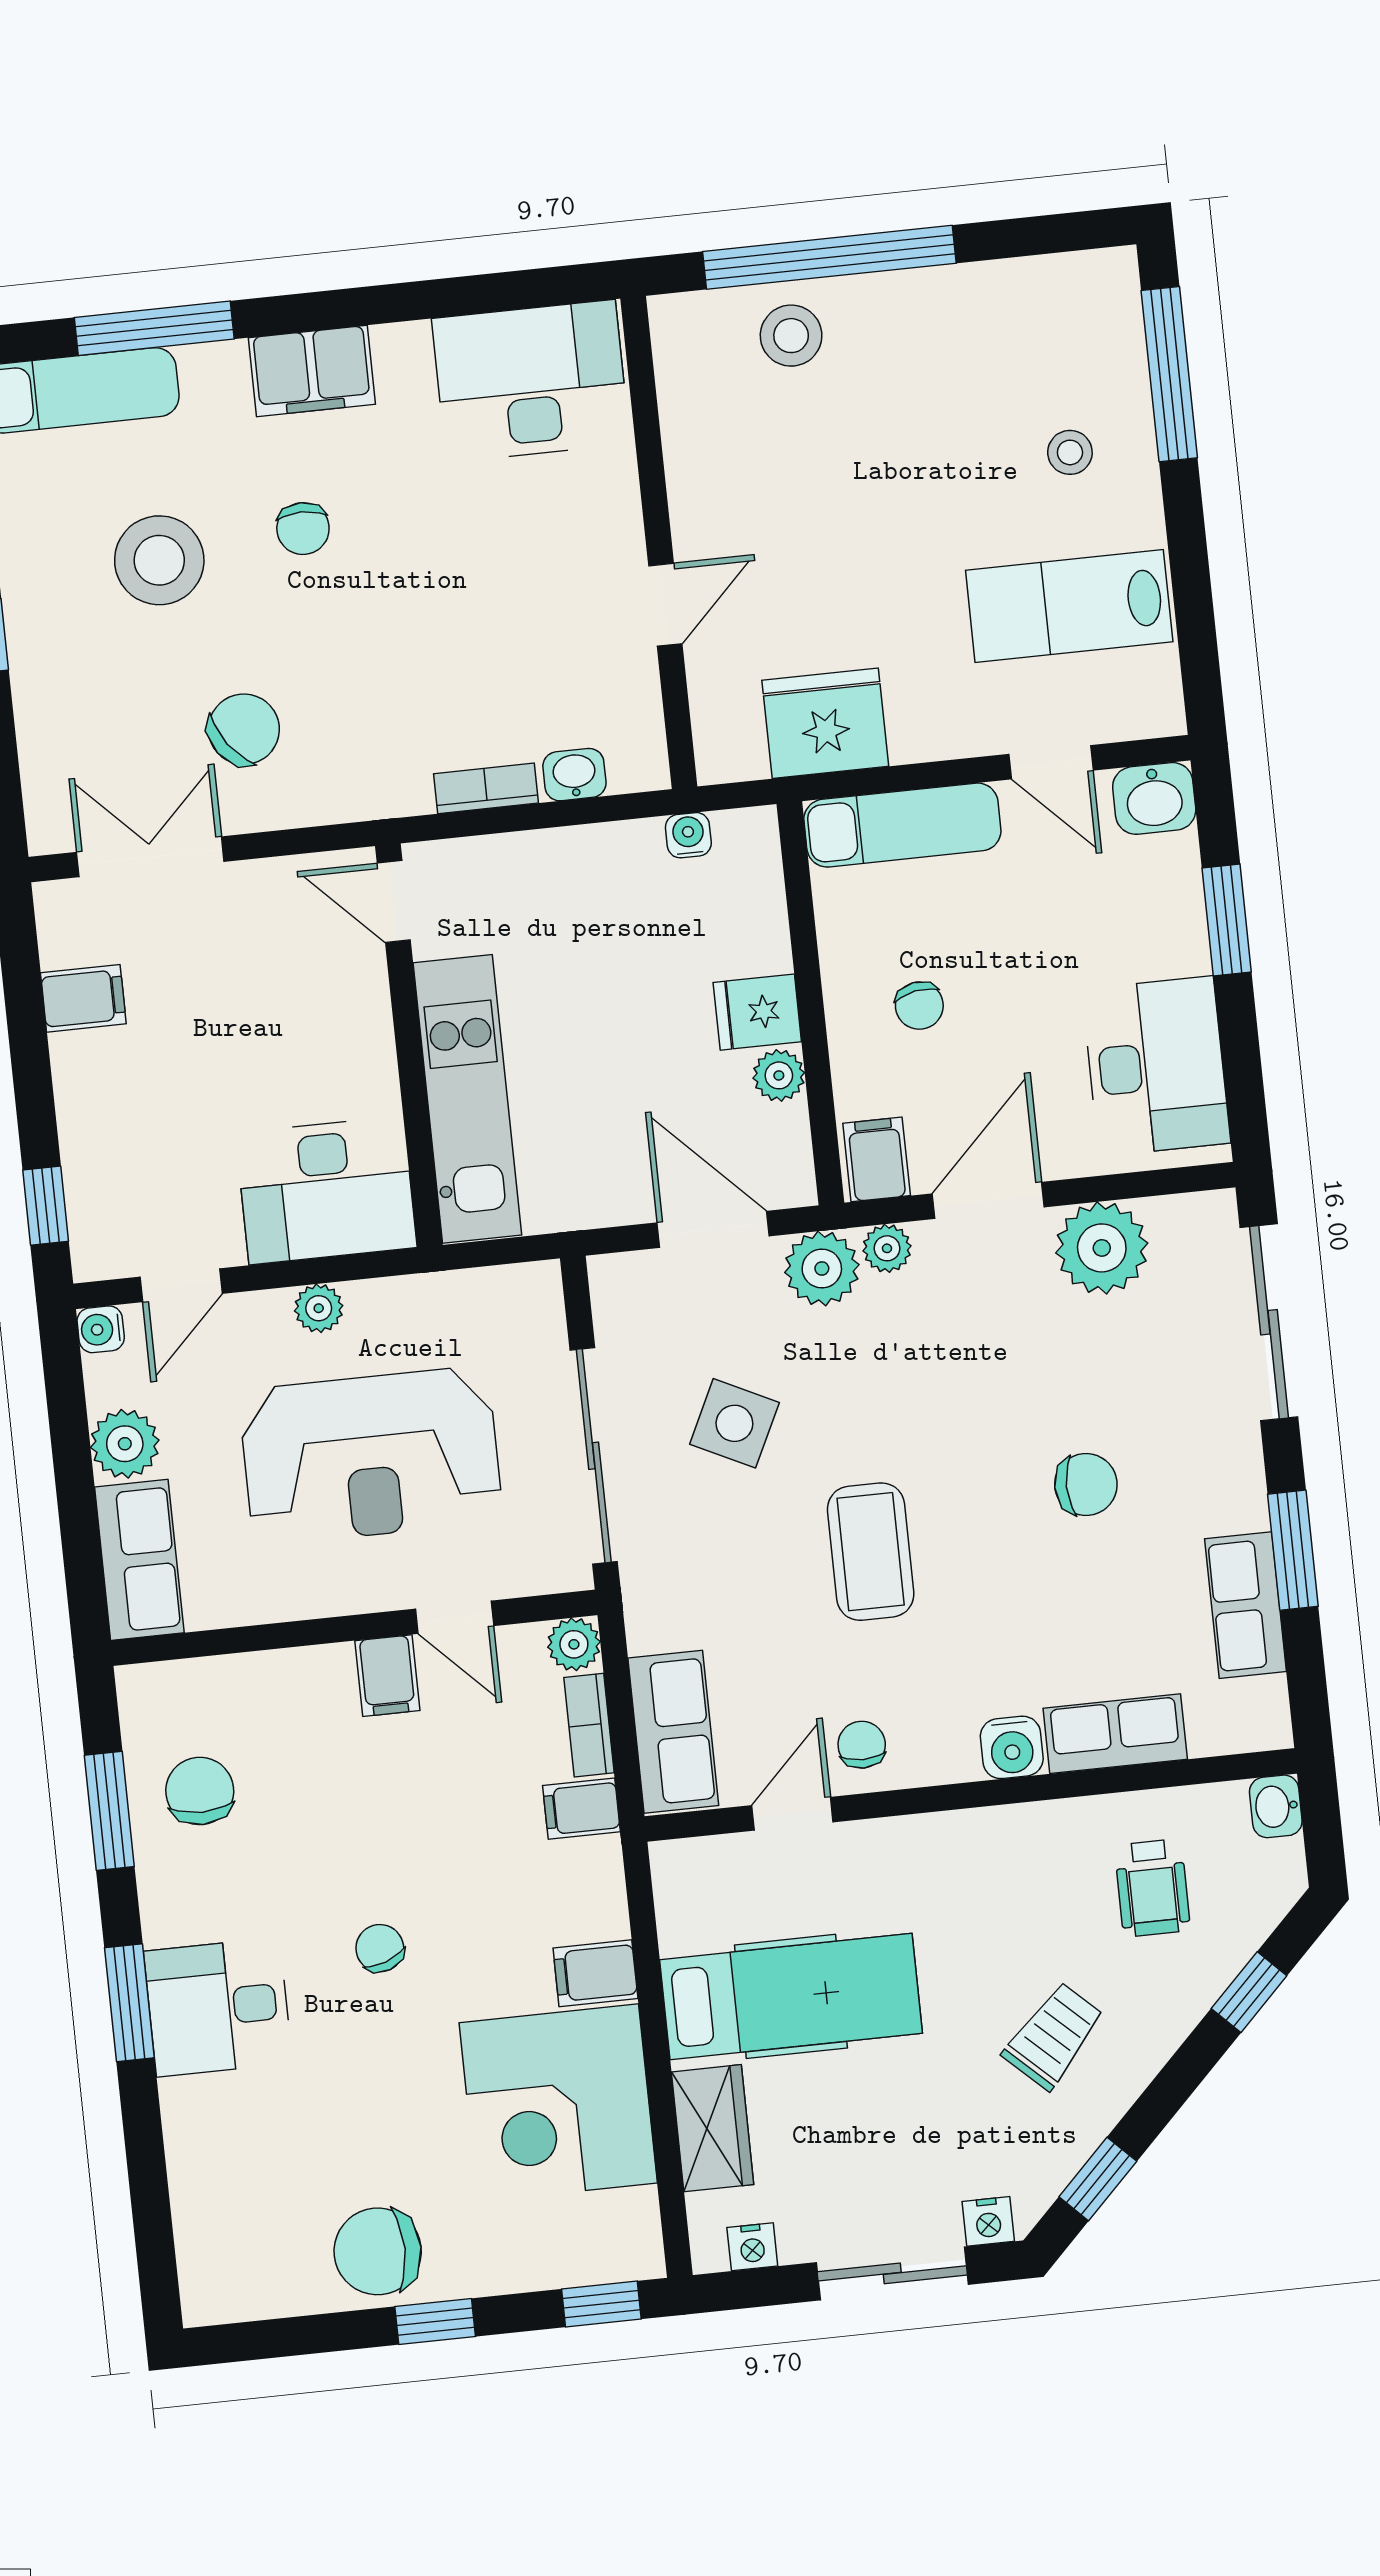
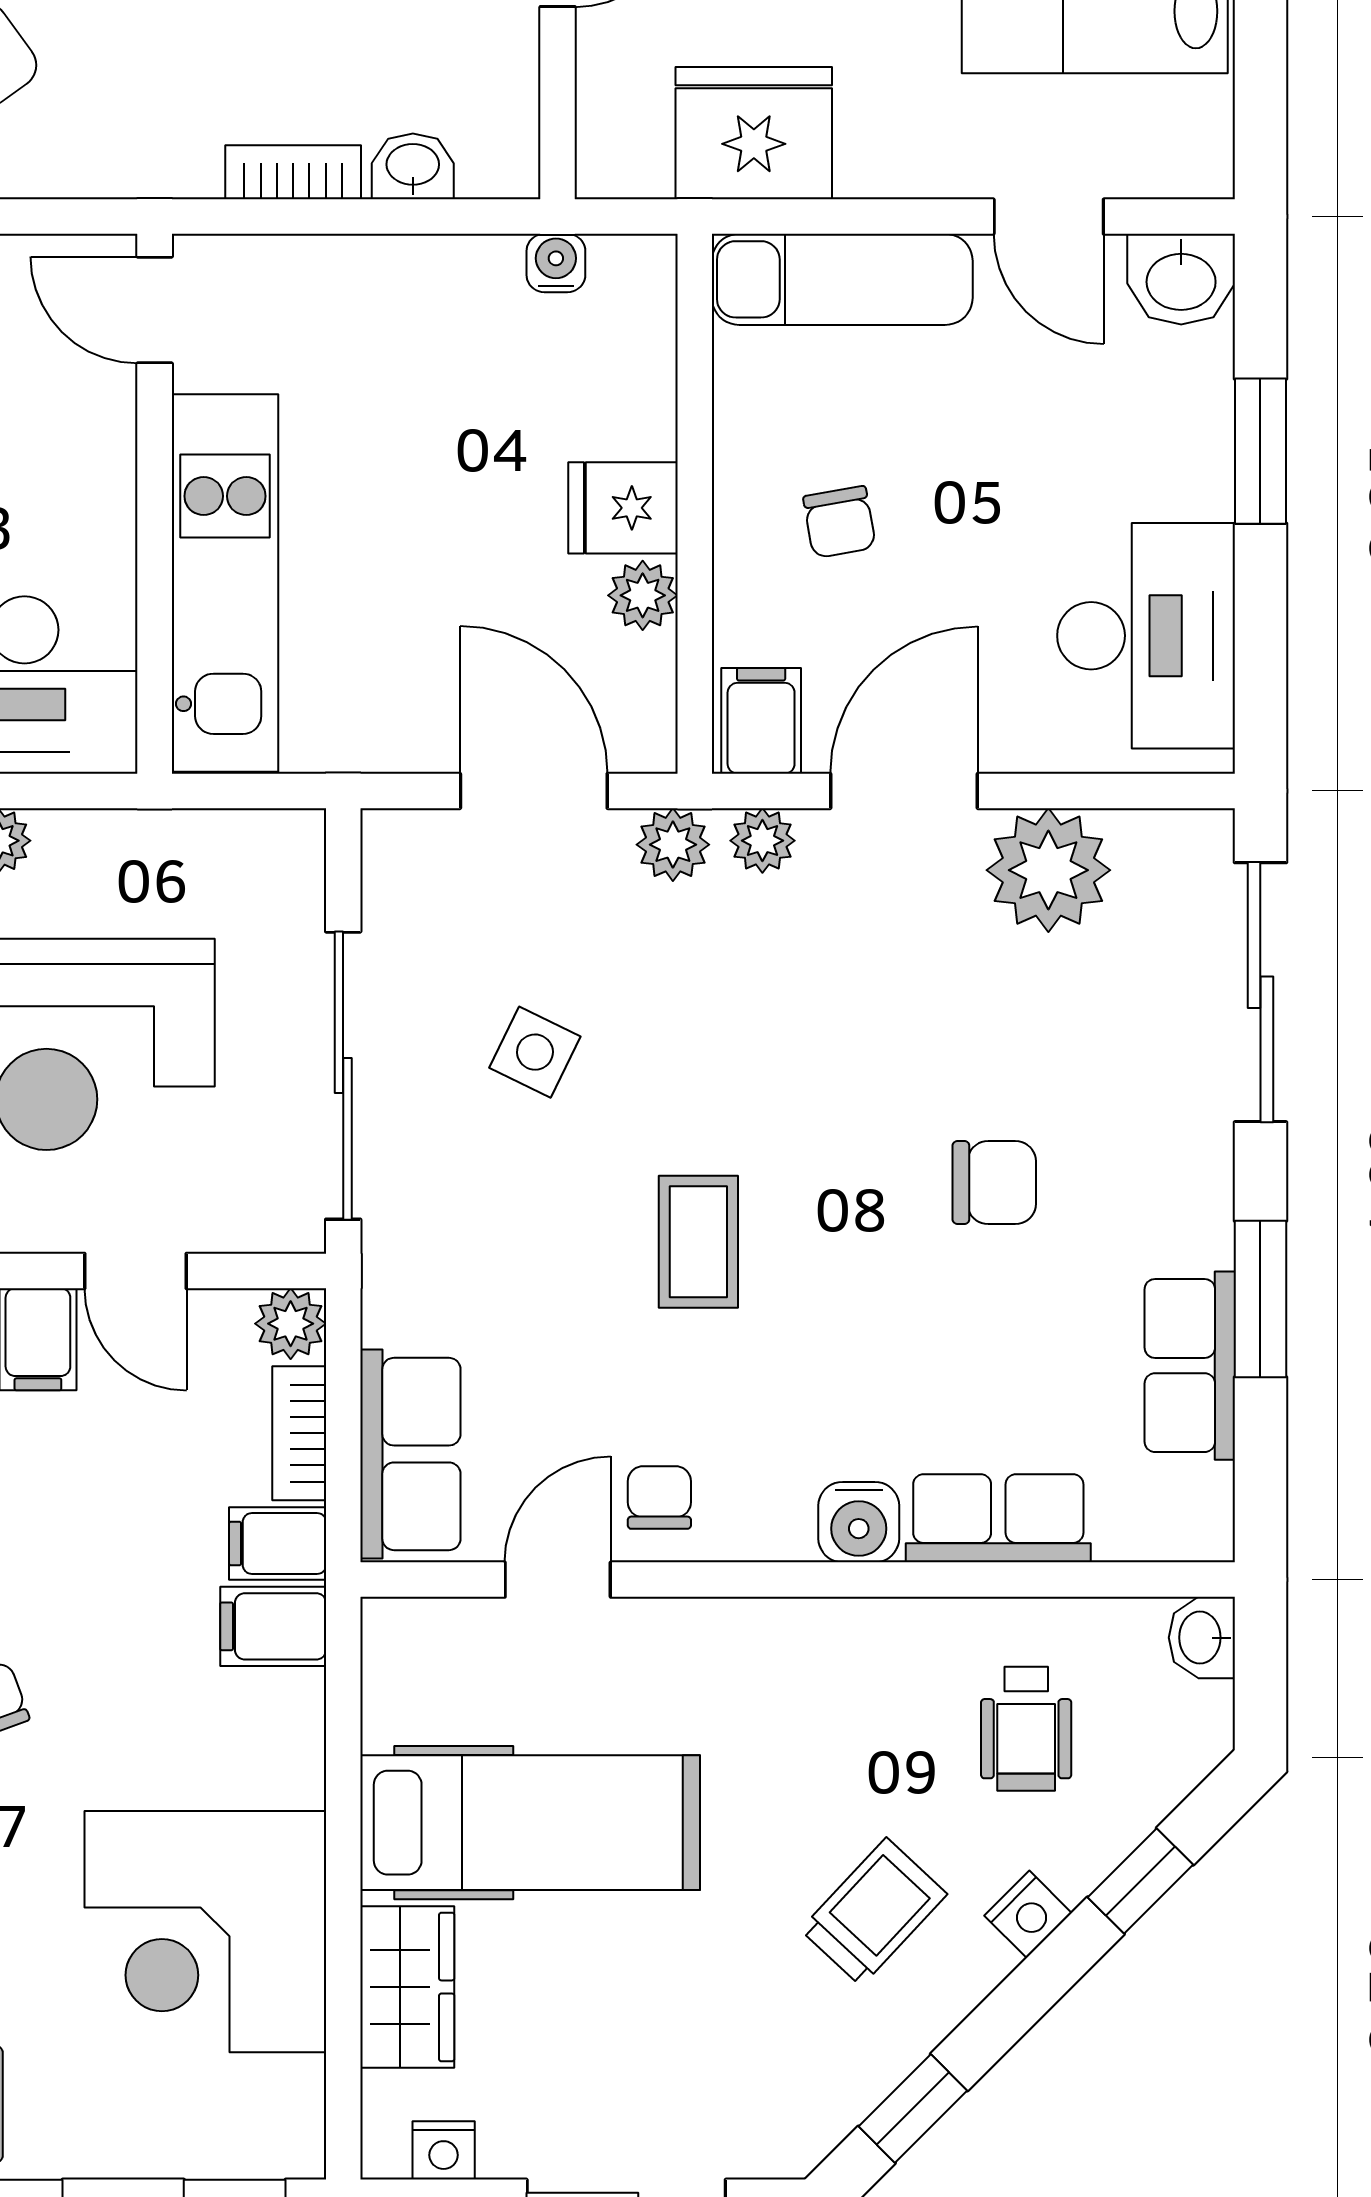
plant: (822, 1268) -> (673, 845), width x0.73, depth x0.73
side table: (734, 1423) -> (535, 1052), width x0.73, depth x0.73
coffee table: (871, 1552) -> (698, 1242), width x0.73, depth x0.77
filing cabinet: (595, 1973) -> (273, 1626), moved
nightstand: (988, 2221) -> (1028, 1914), moved, turned -45

